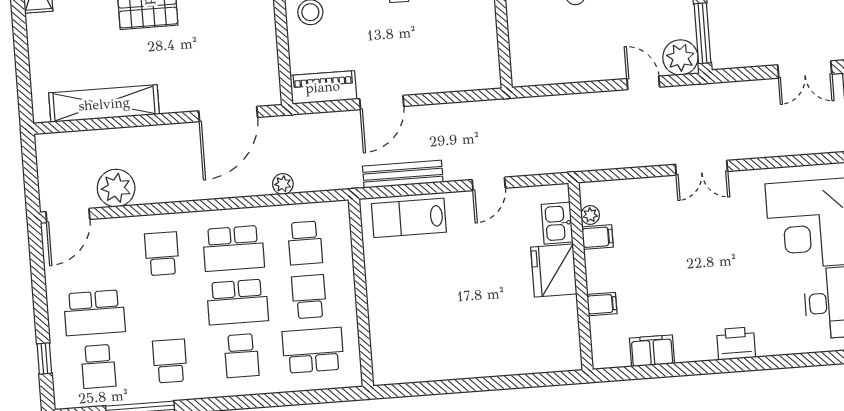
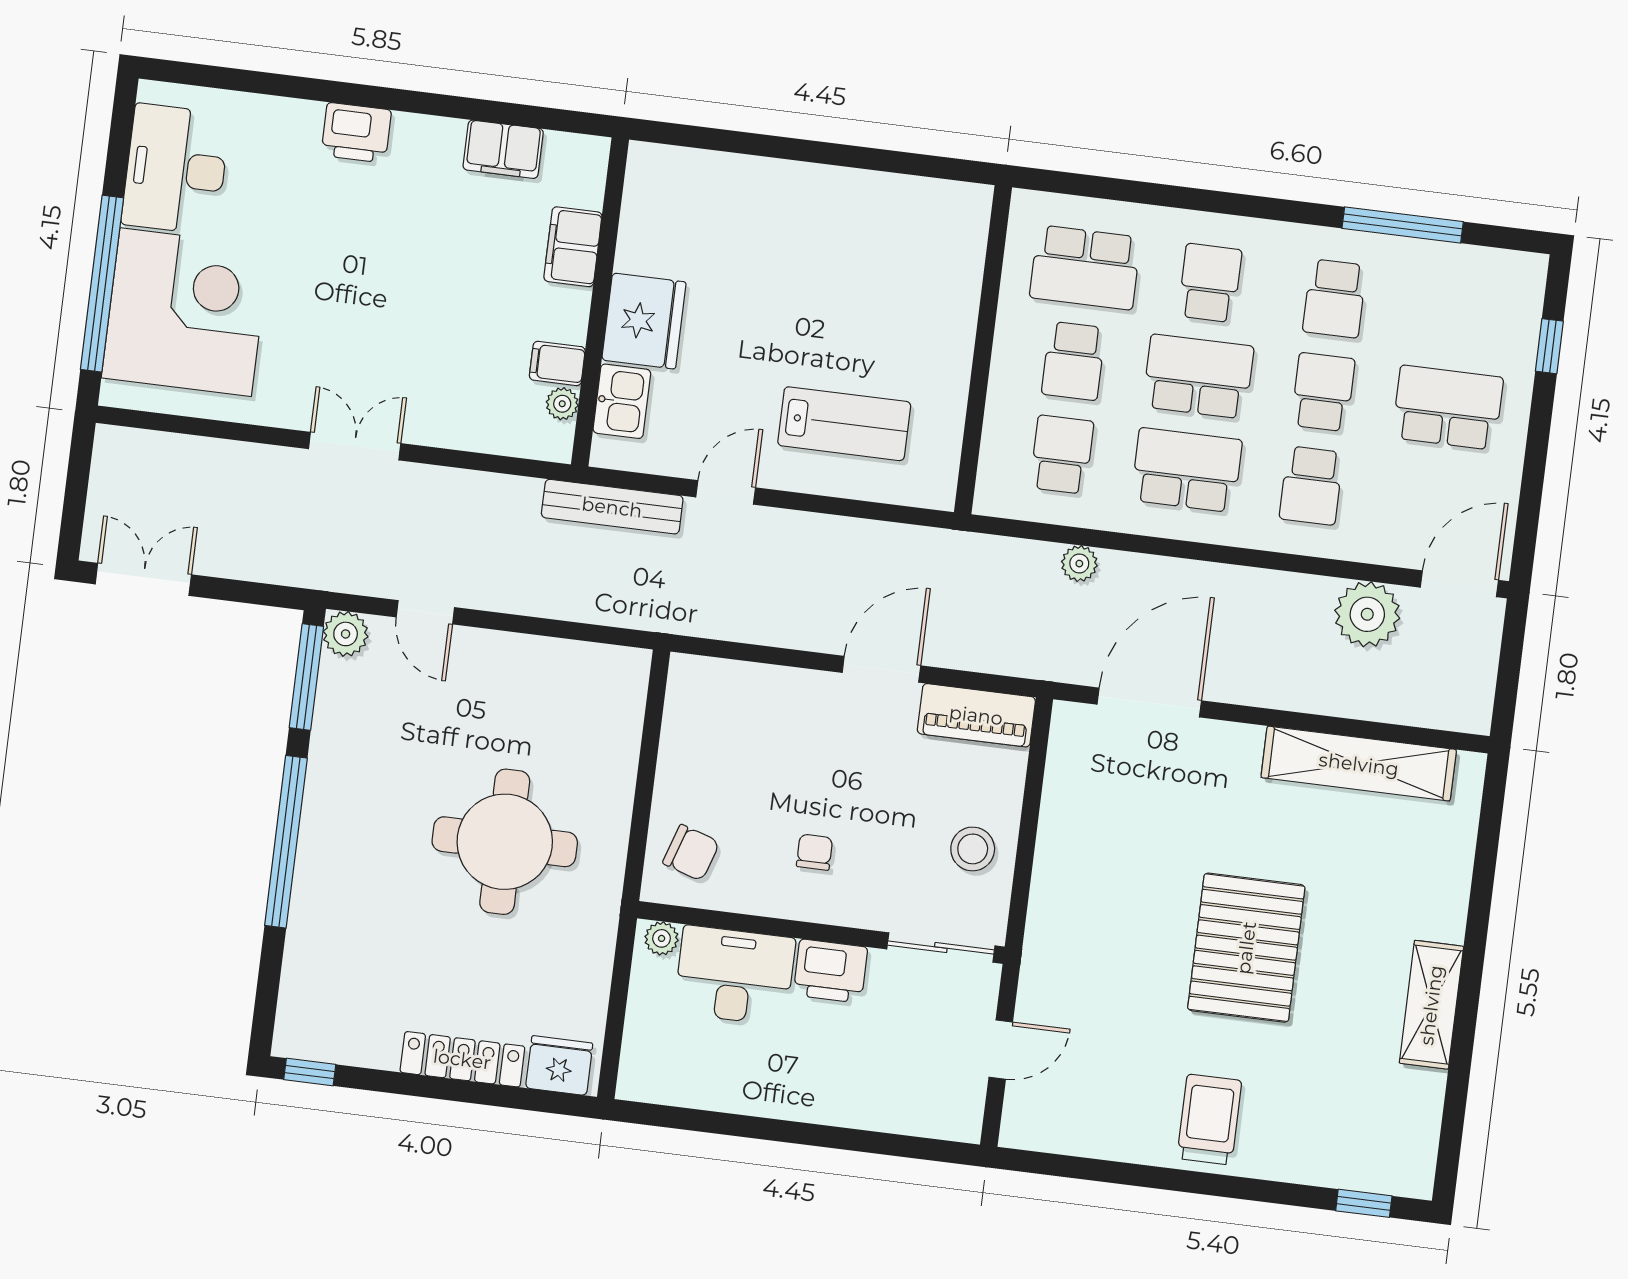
plant: (680, 57) -> (346, 634), width x0.73, depth x0.73
bench: (403, 174) -> (612, 507), moved
lab bench: (409, 218) -> (844, 424), moved
filing cabinet: (602, 304) -> (573, 247), width x2.00
school desk: (98, 366) -> (1323, 392), moved

